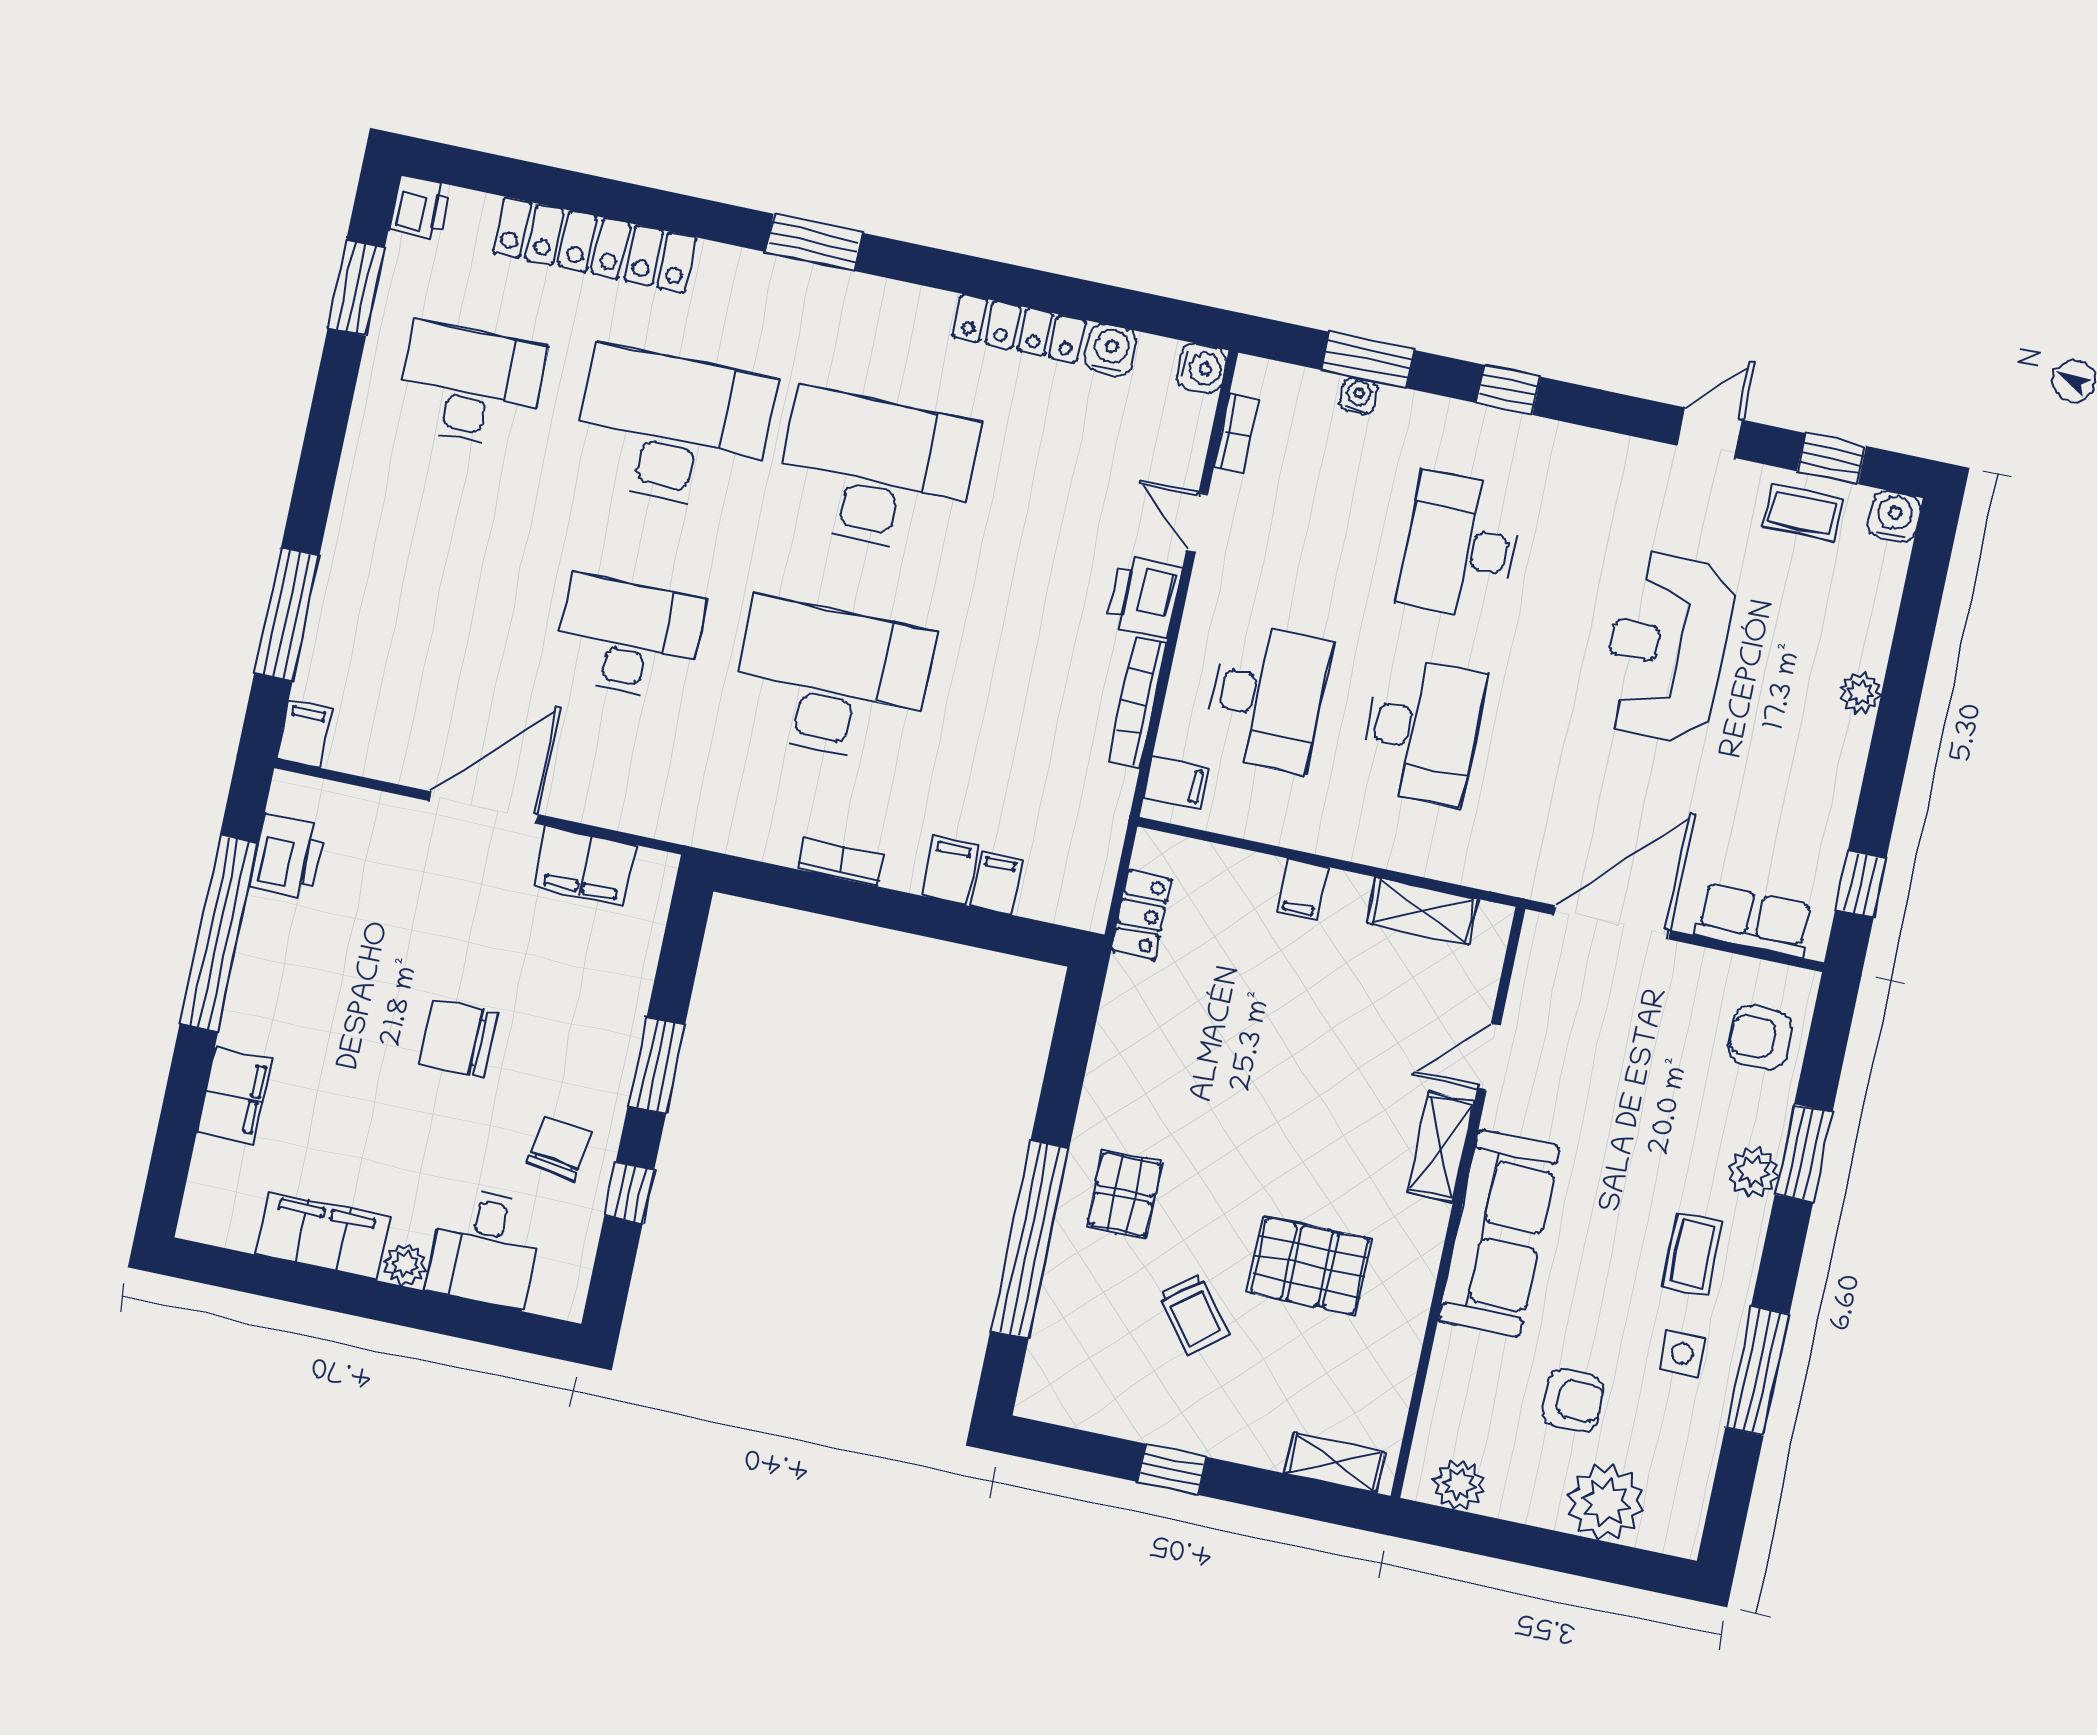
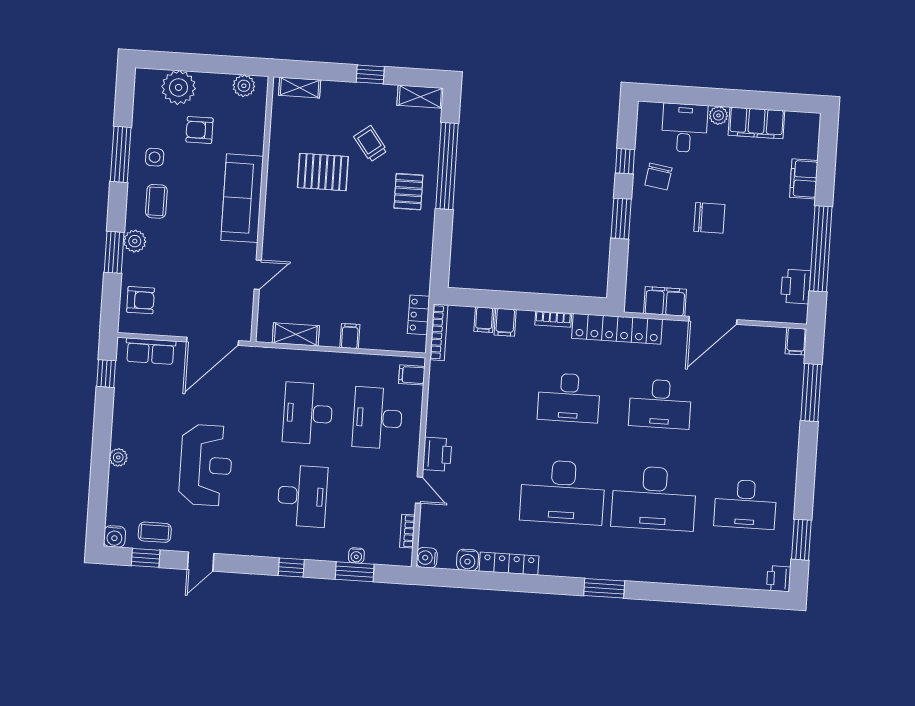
locker: (594, 245) -> (617, 329), moved, turned 180
desk: (832, 681) -> (569, 398), width x0.73, depth x0.77
bookcase: (1137, 702) -> (439, 332), moved
shelving: (1441, 1147) -> (420, 97), moved, turned 90

